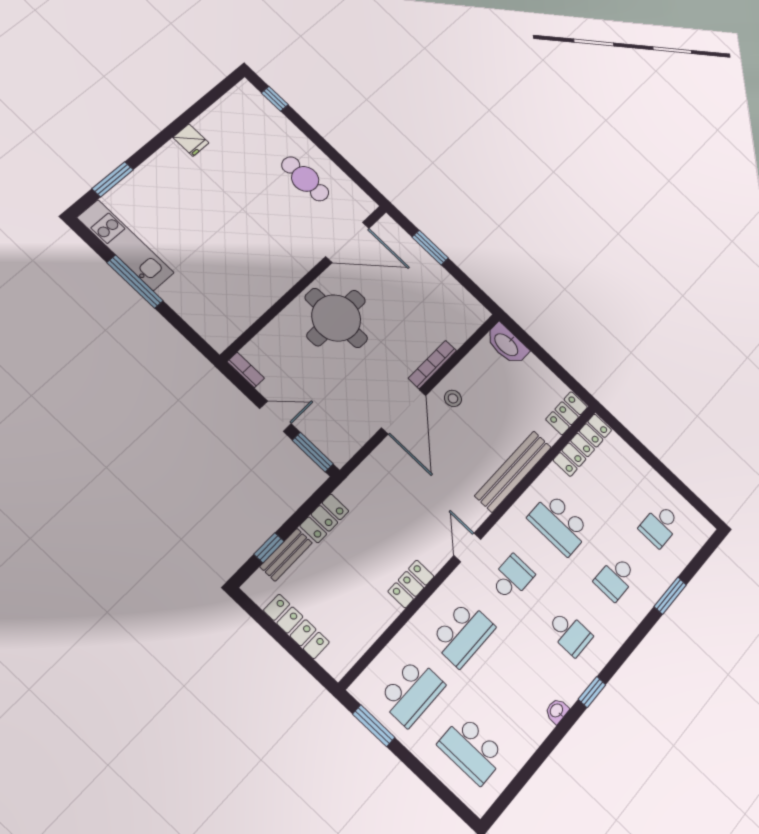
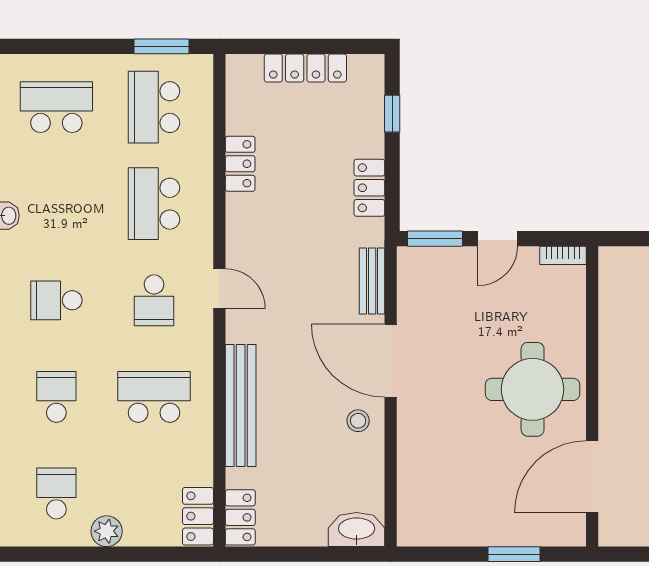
bookcase: (432, 364) -> (406, 435), removed
locker: (583, 445) -> (198, 516), width x0.66
plant: (648, 478) -> (107, 531), added
bench: (286, 555) -> (372, 281), moved
locker: (411, 584) -> (240, 164), moved

